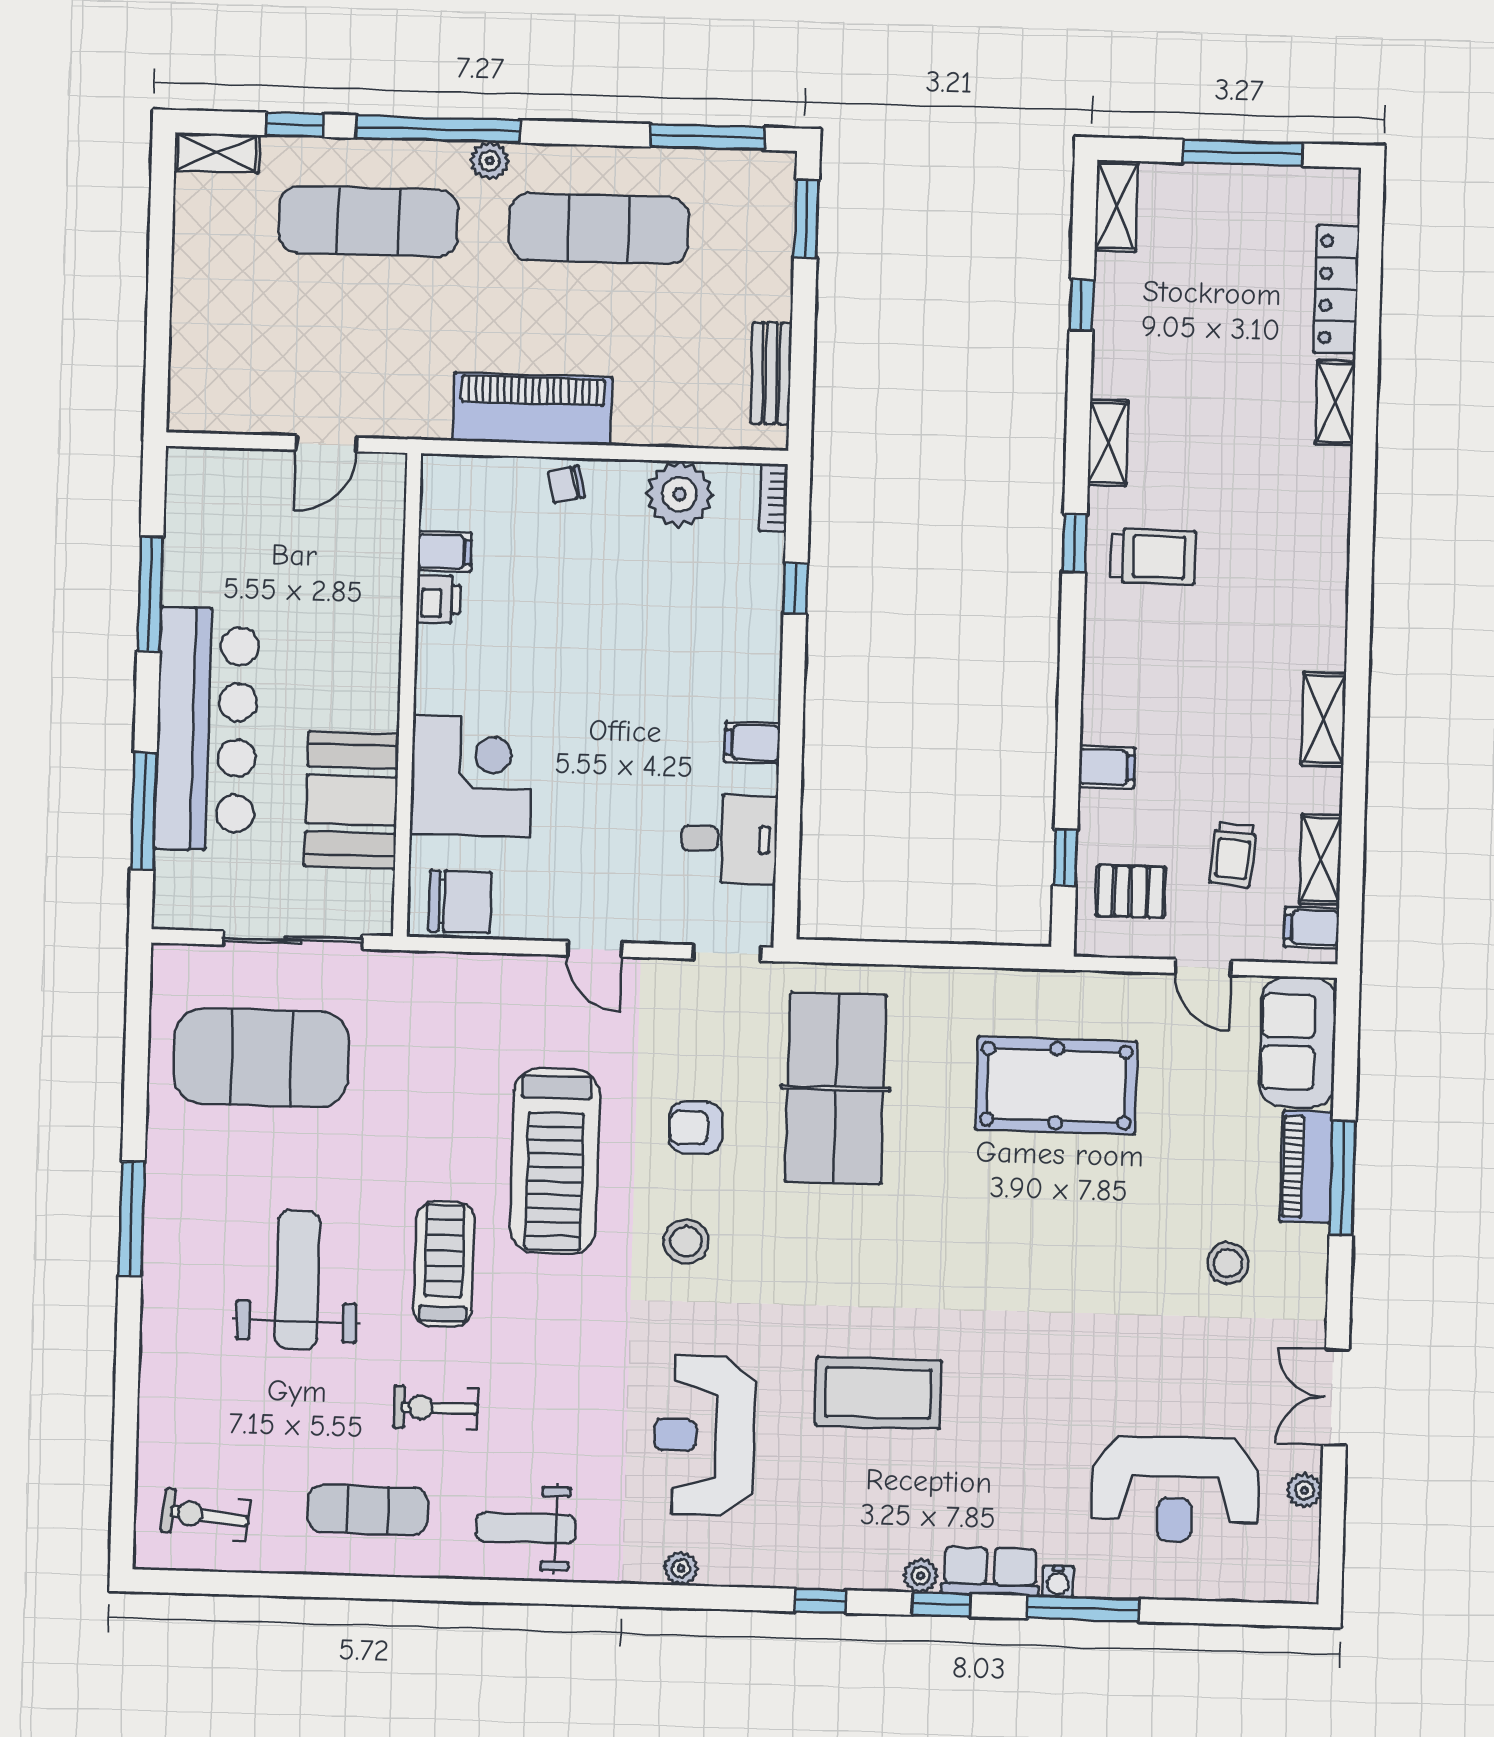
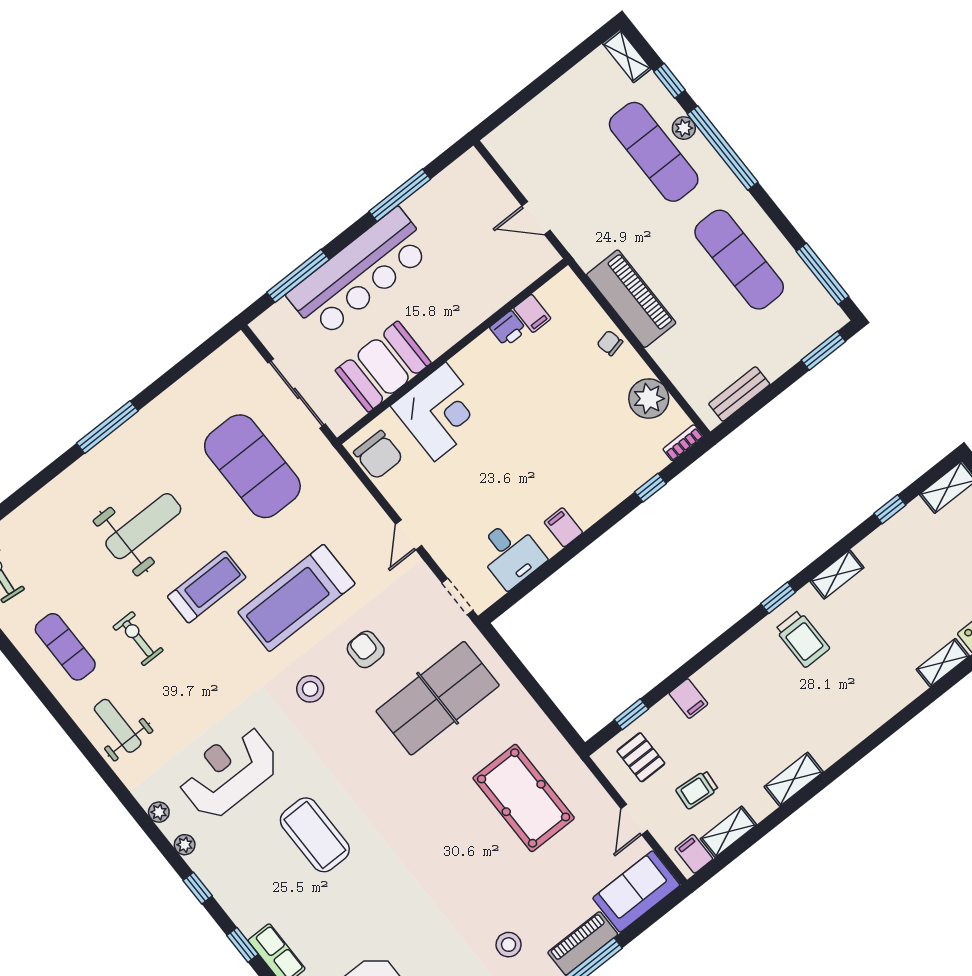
plant: (490, 161) -> (684, 128), moved
exercise mat: (261, 1058) -> (252, 466), moved
plant: (921, 1576) -> (185, 845), moved

